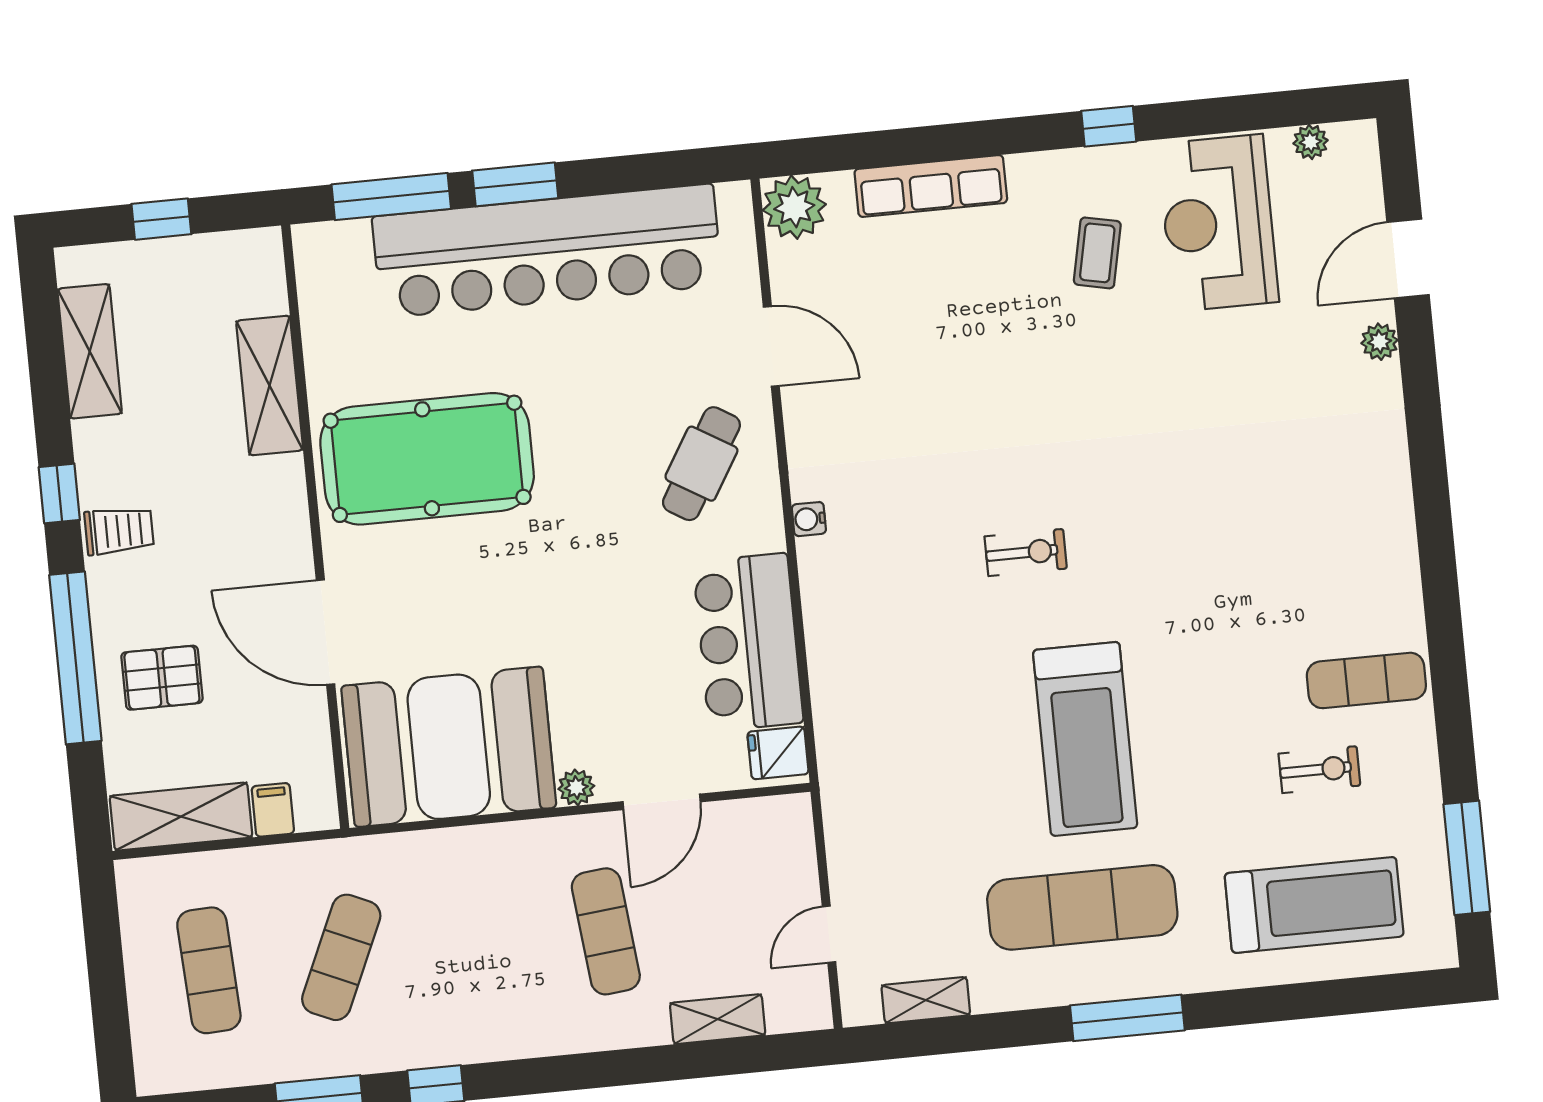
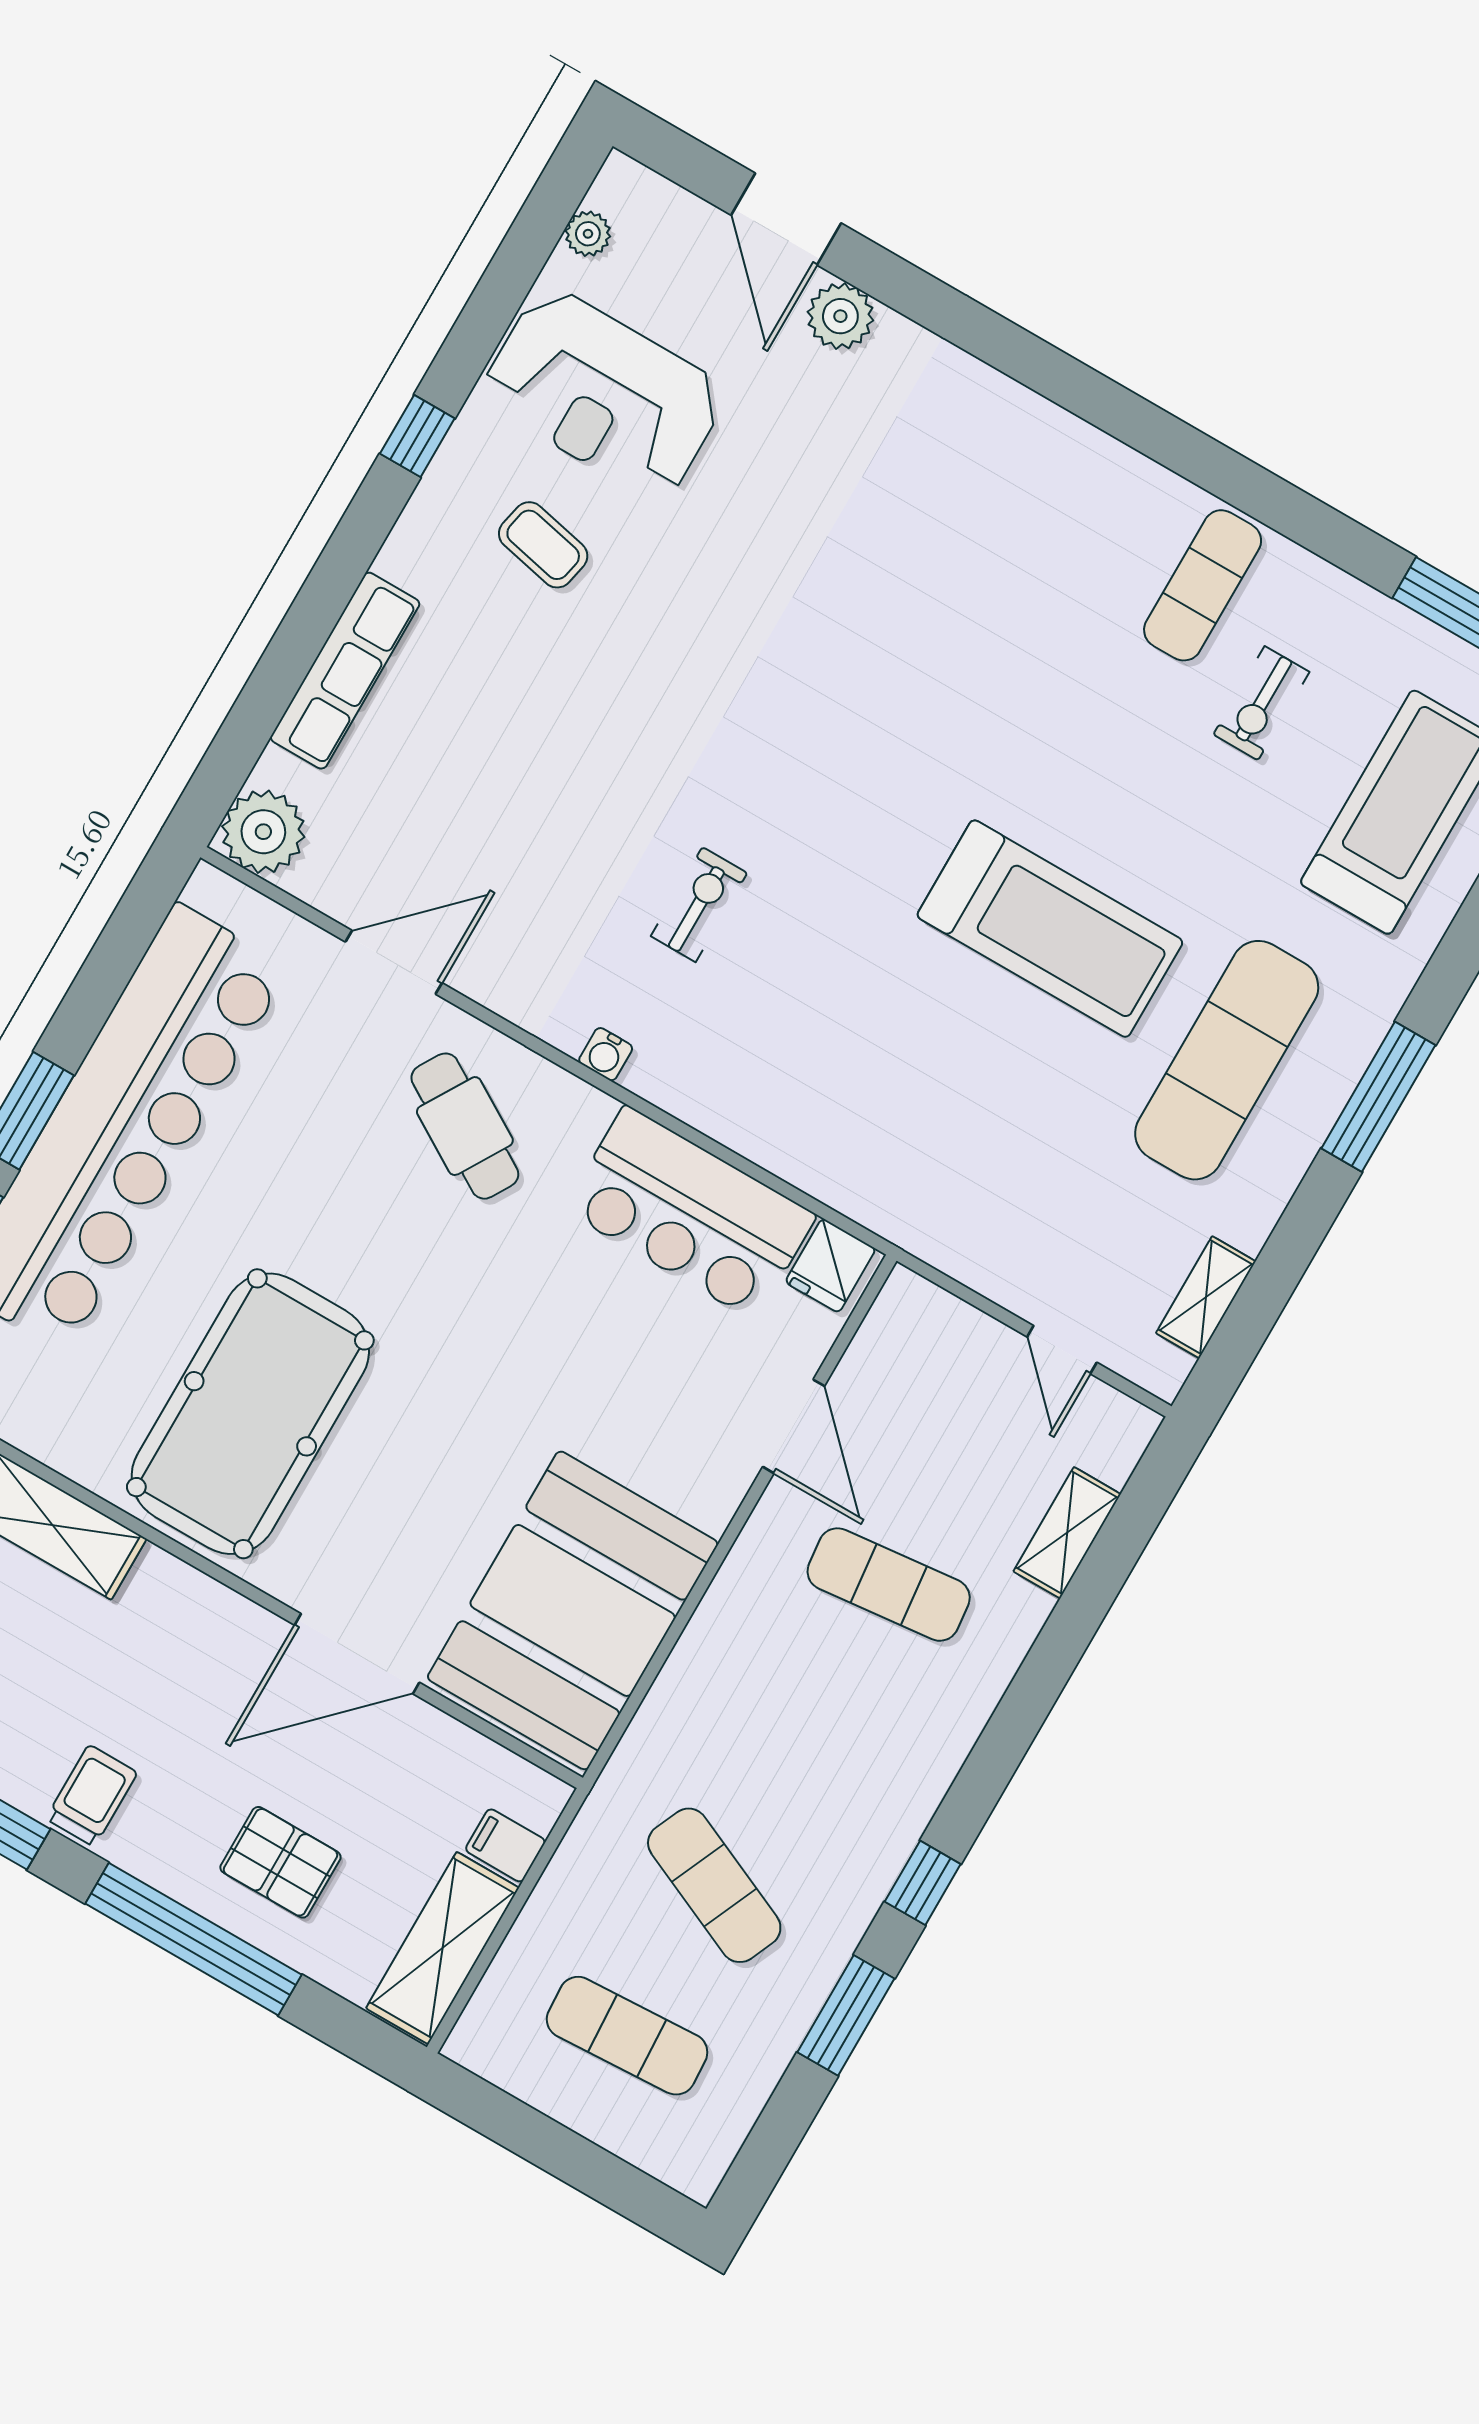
plant: (1380, 342) -> (840, 316), width x1.38, depth x1.38
exercise bike: (1026, 552) -> (699, 905), moved
pallet: (162, 678) -> (280, 1862), turned 90
exercise bike: (1319, 770) -> (1261, 703), turned 180
plant: (576, 787) -> (713, 1506), removed

